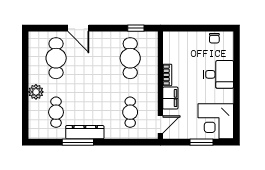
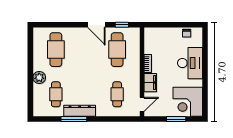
door: (78, 28) -> (96, 25), moved
desk: (218, 74) -> (190, 63), width x1.37

